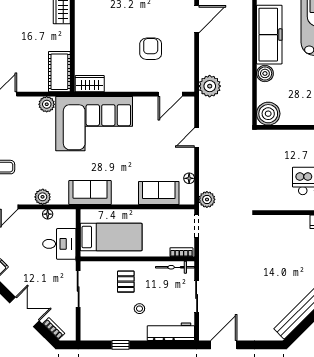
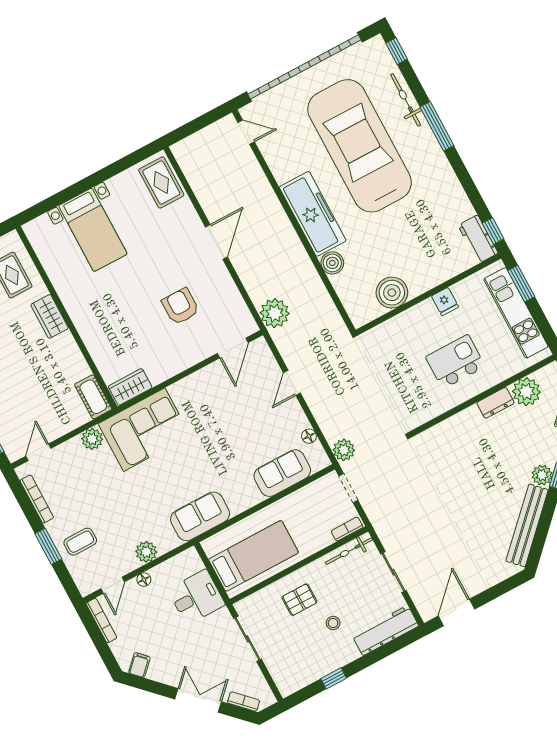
cot: (59, 72) -> (93, 397), width x0.73, depth x0.75
boiler: (268, 114) -> (392, 293), moved
corner sofa: (94, 124) -> (144, 430), width x0.73, depth x0.74
floor lamp: (48, 214) -> (144, 580), moved
pallet: (126, 282) -> (300, 600), turned 90

